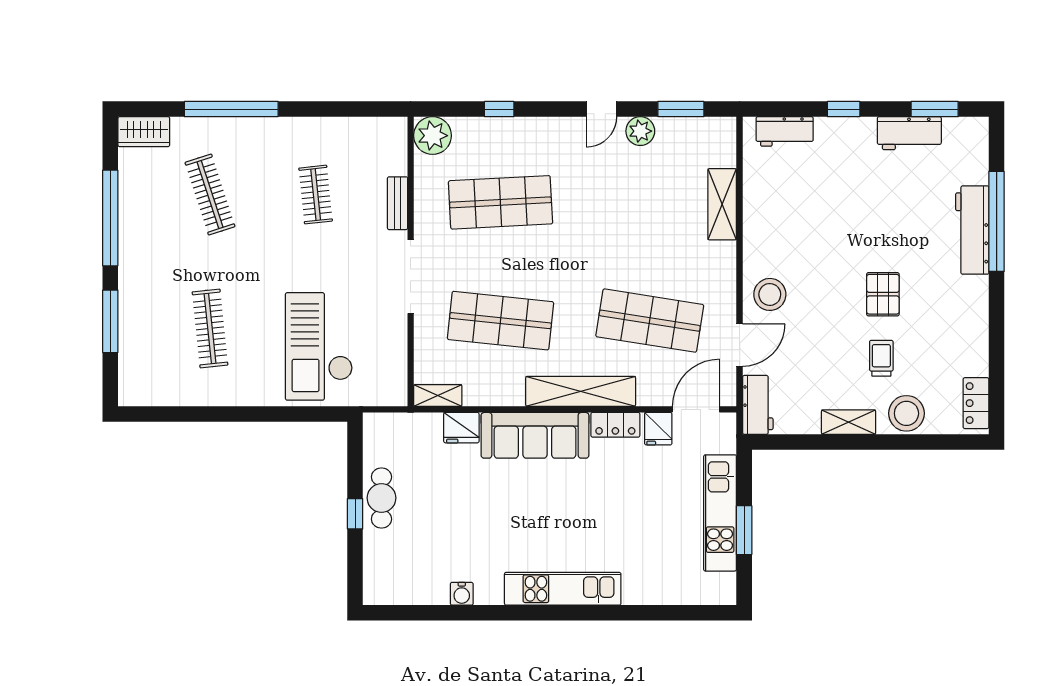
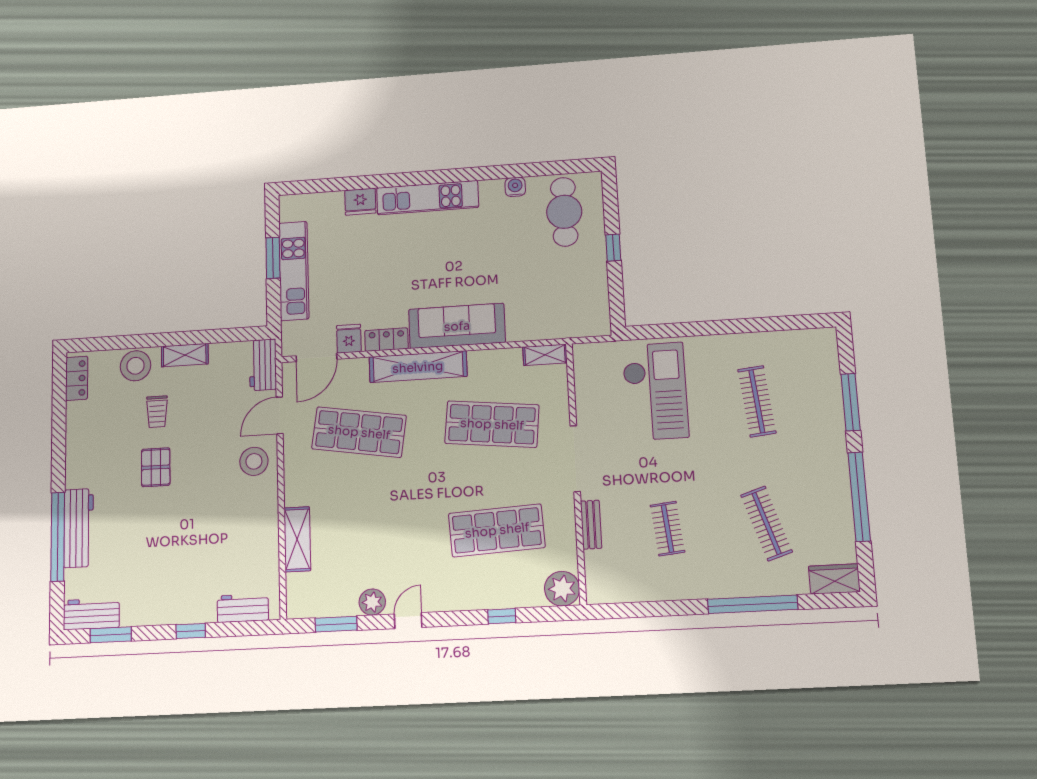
workbench: (909, 133) -> (91, 614), moved
fridge: (461, 428) -> (360, 202), moved, turned 180
cafe table: (381, 498) -> (564, 212), moved, width x1.37, depth x1.35

